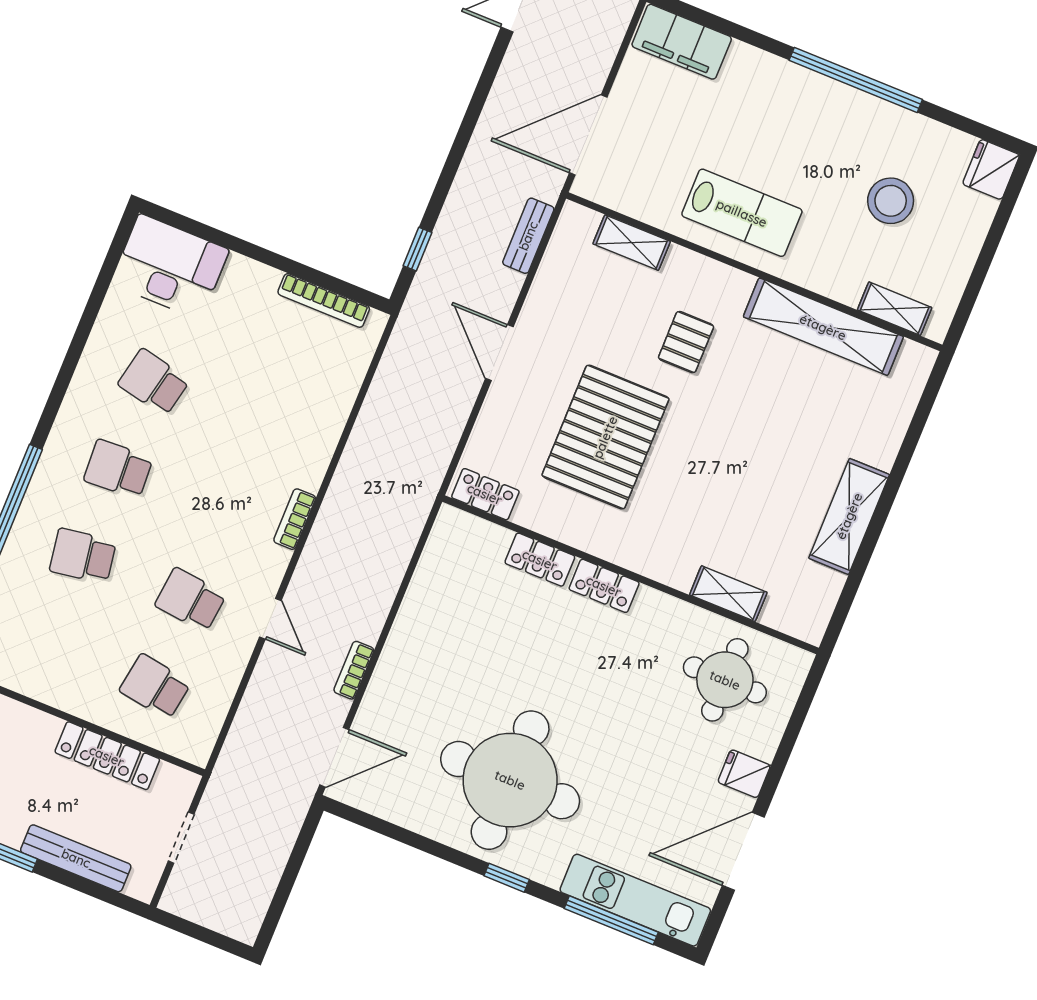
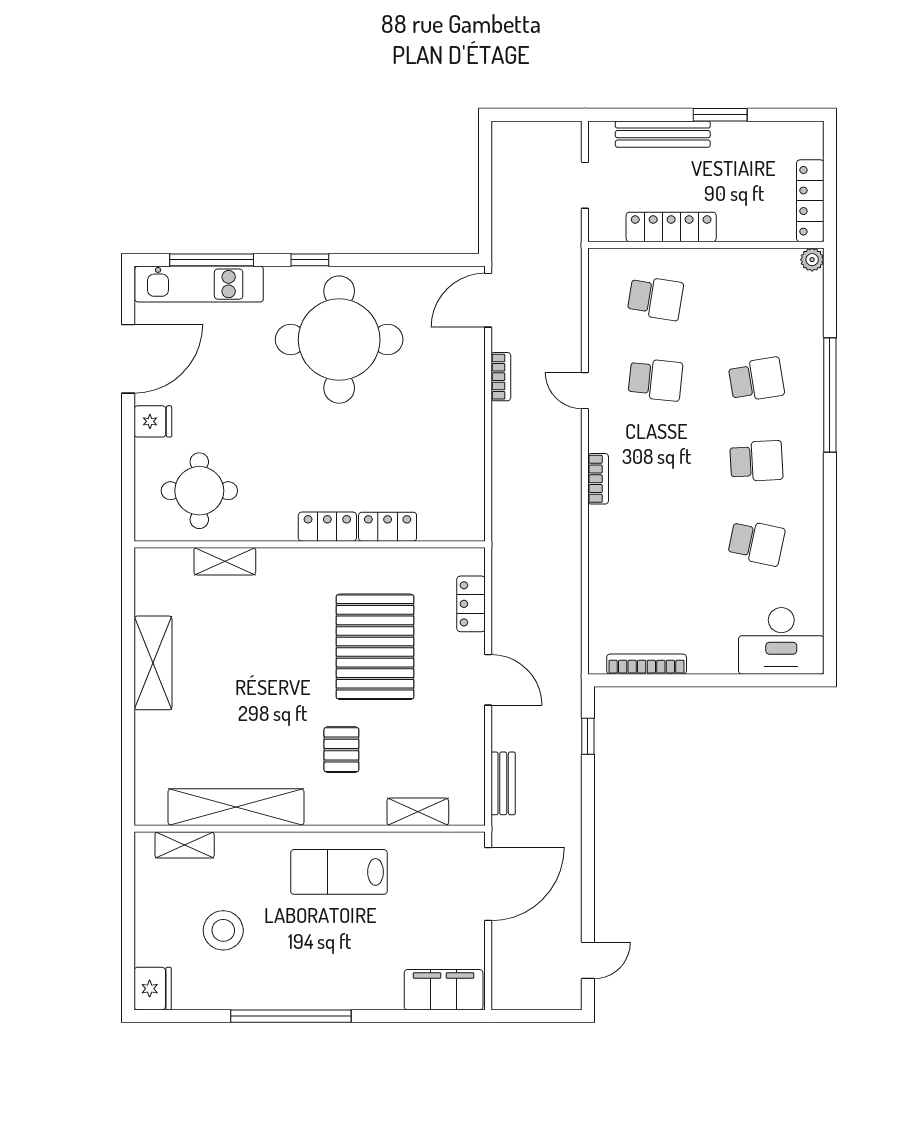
locker: (485, 494) -> (471, 604), moved, turned 90

